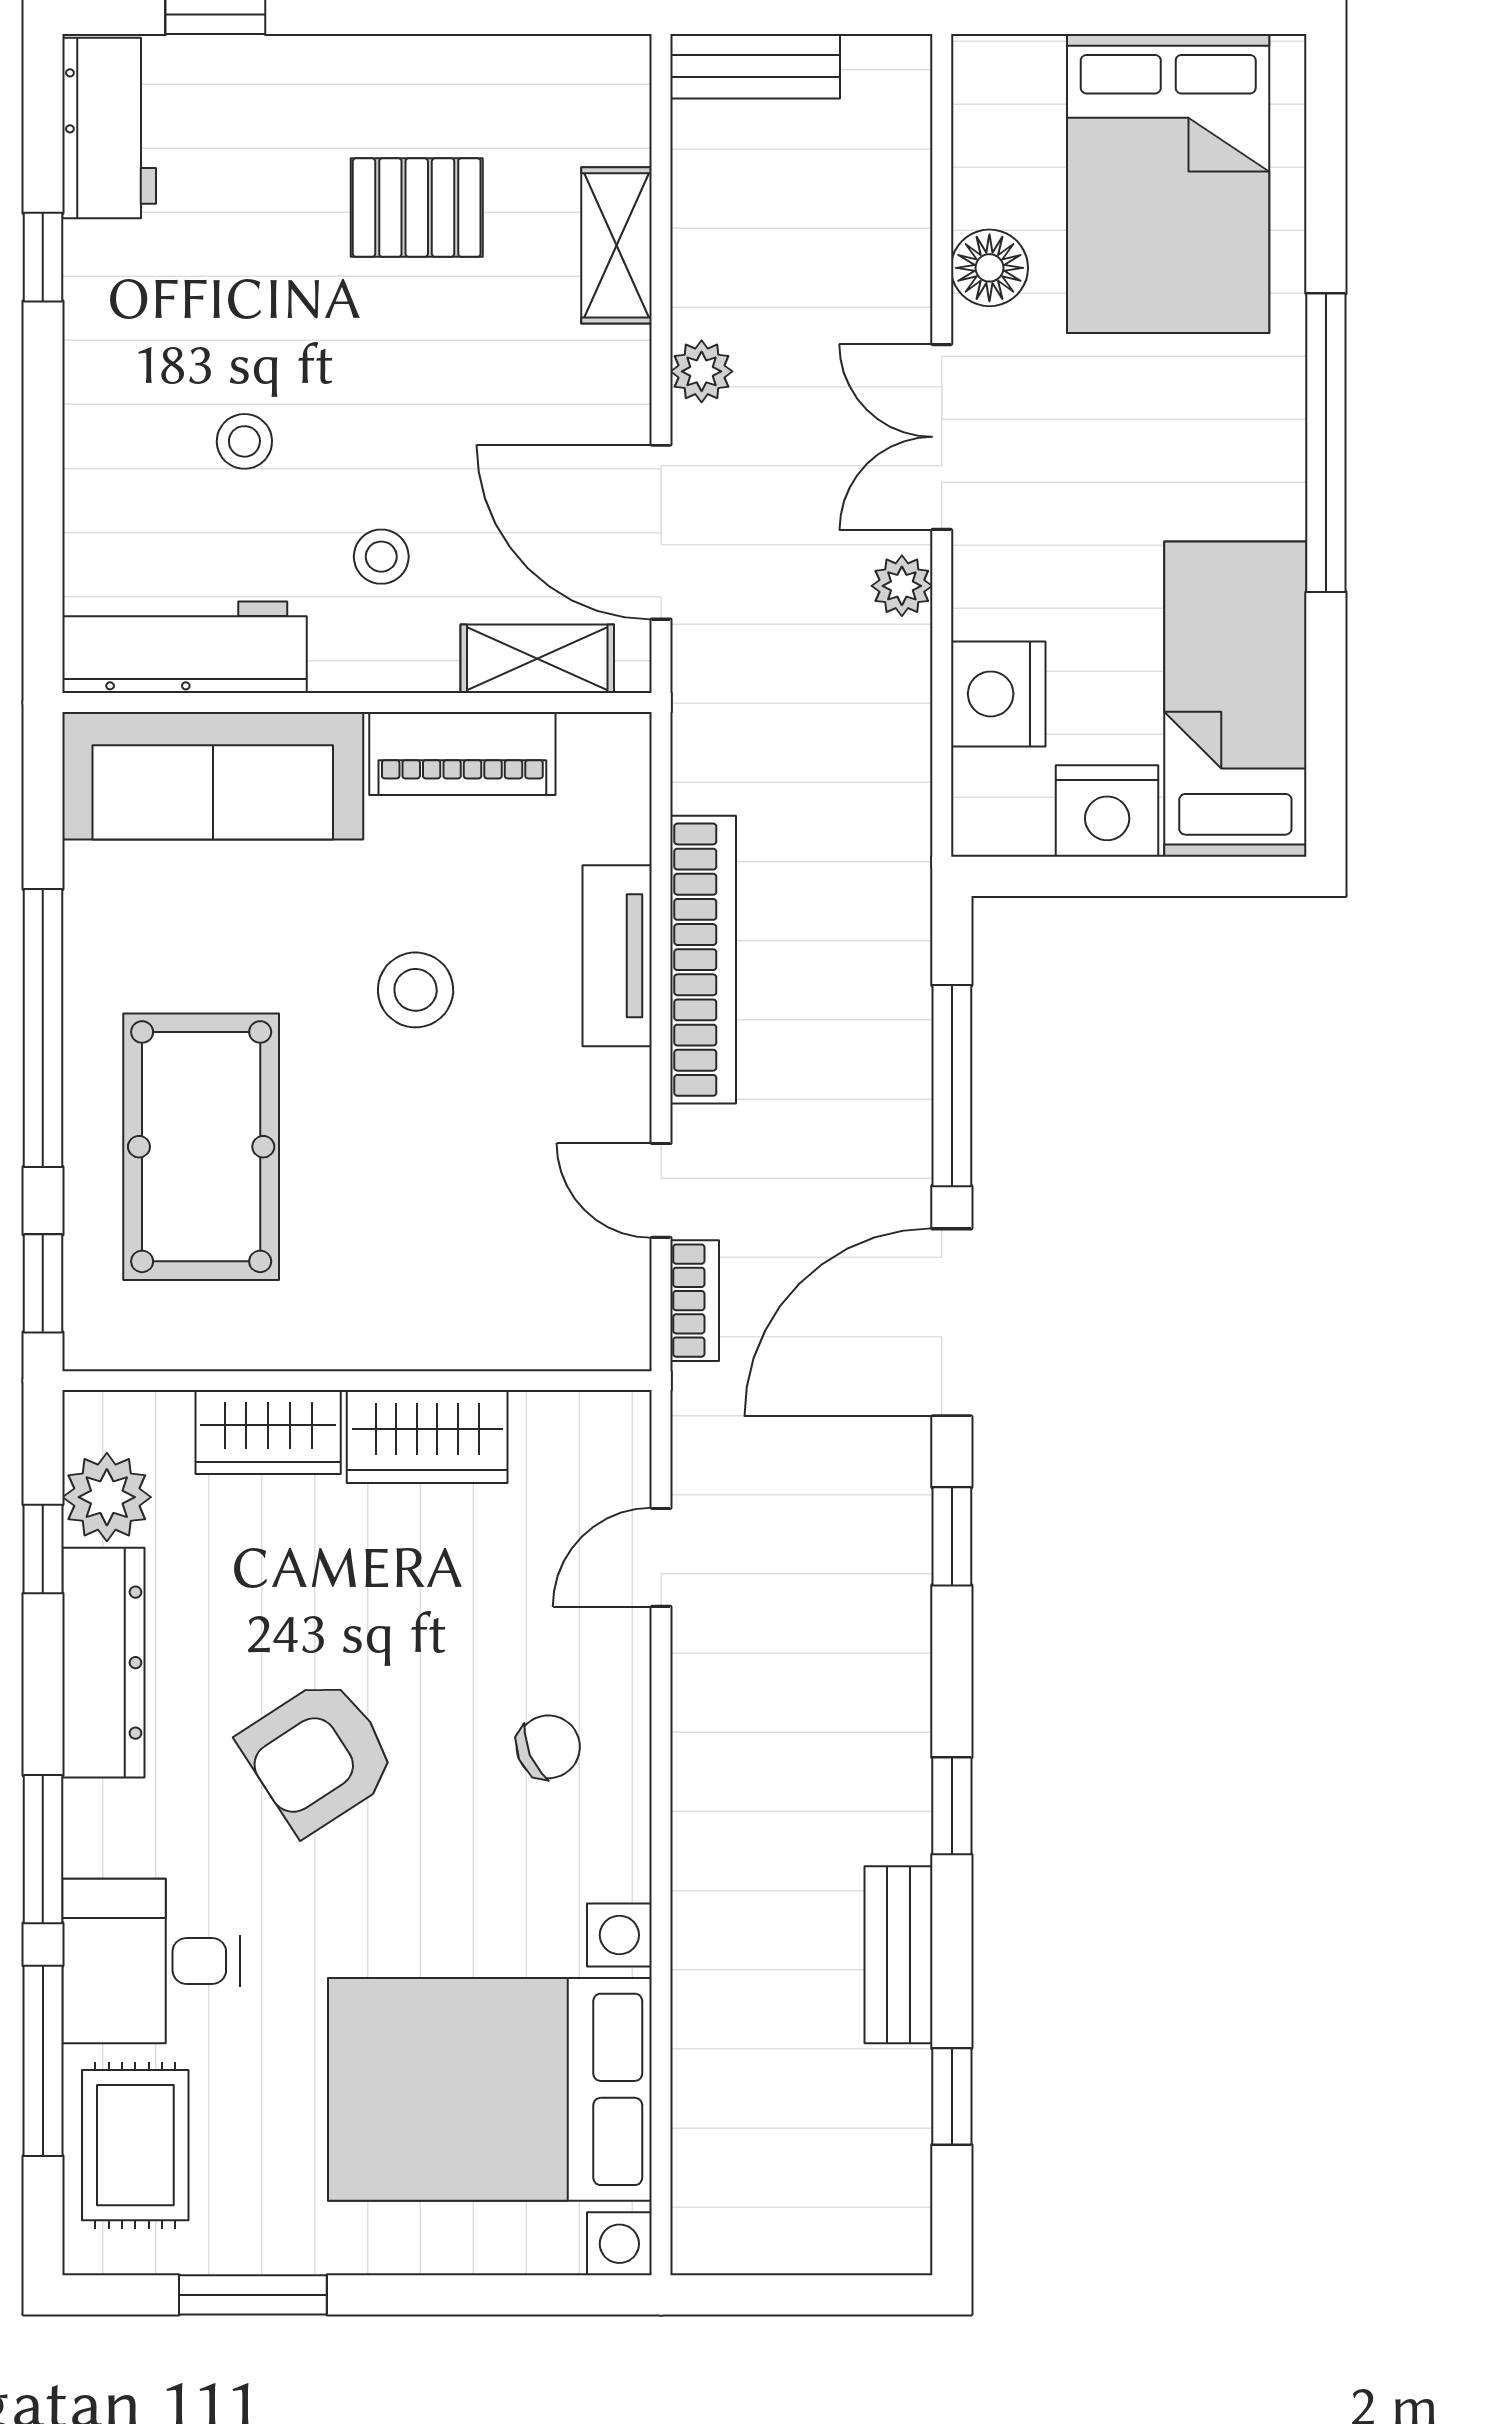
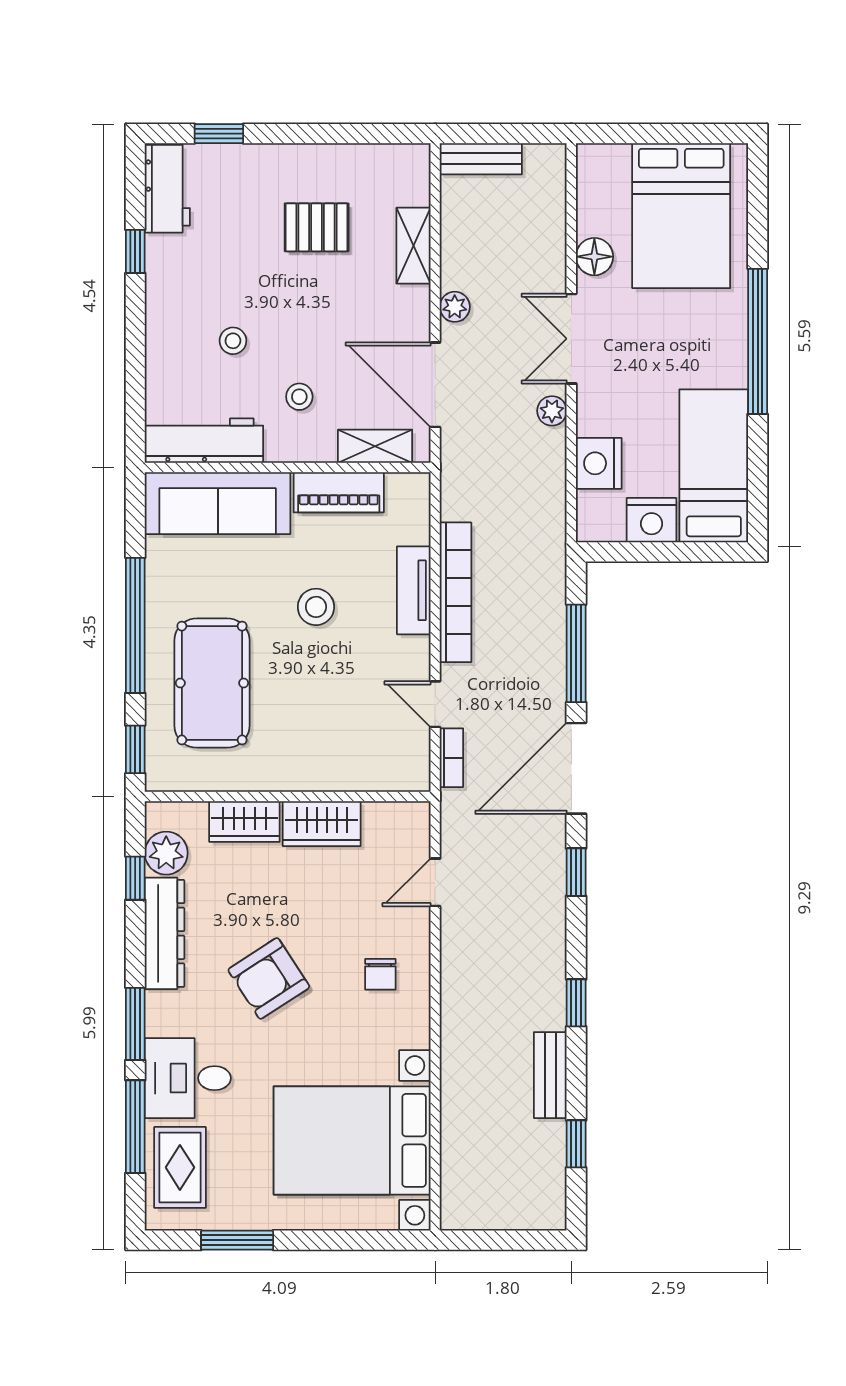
chair: (548, 1747) -> (380, 974), turned 113

